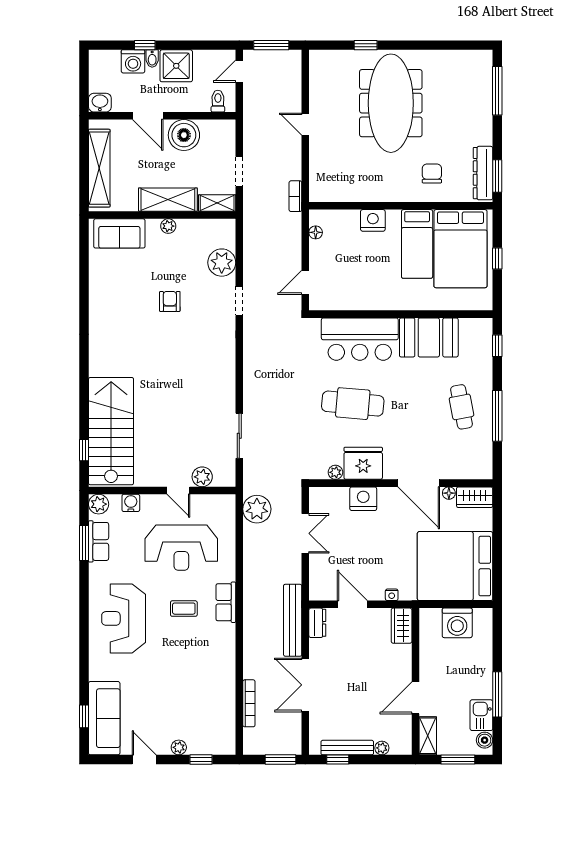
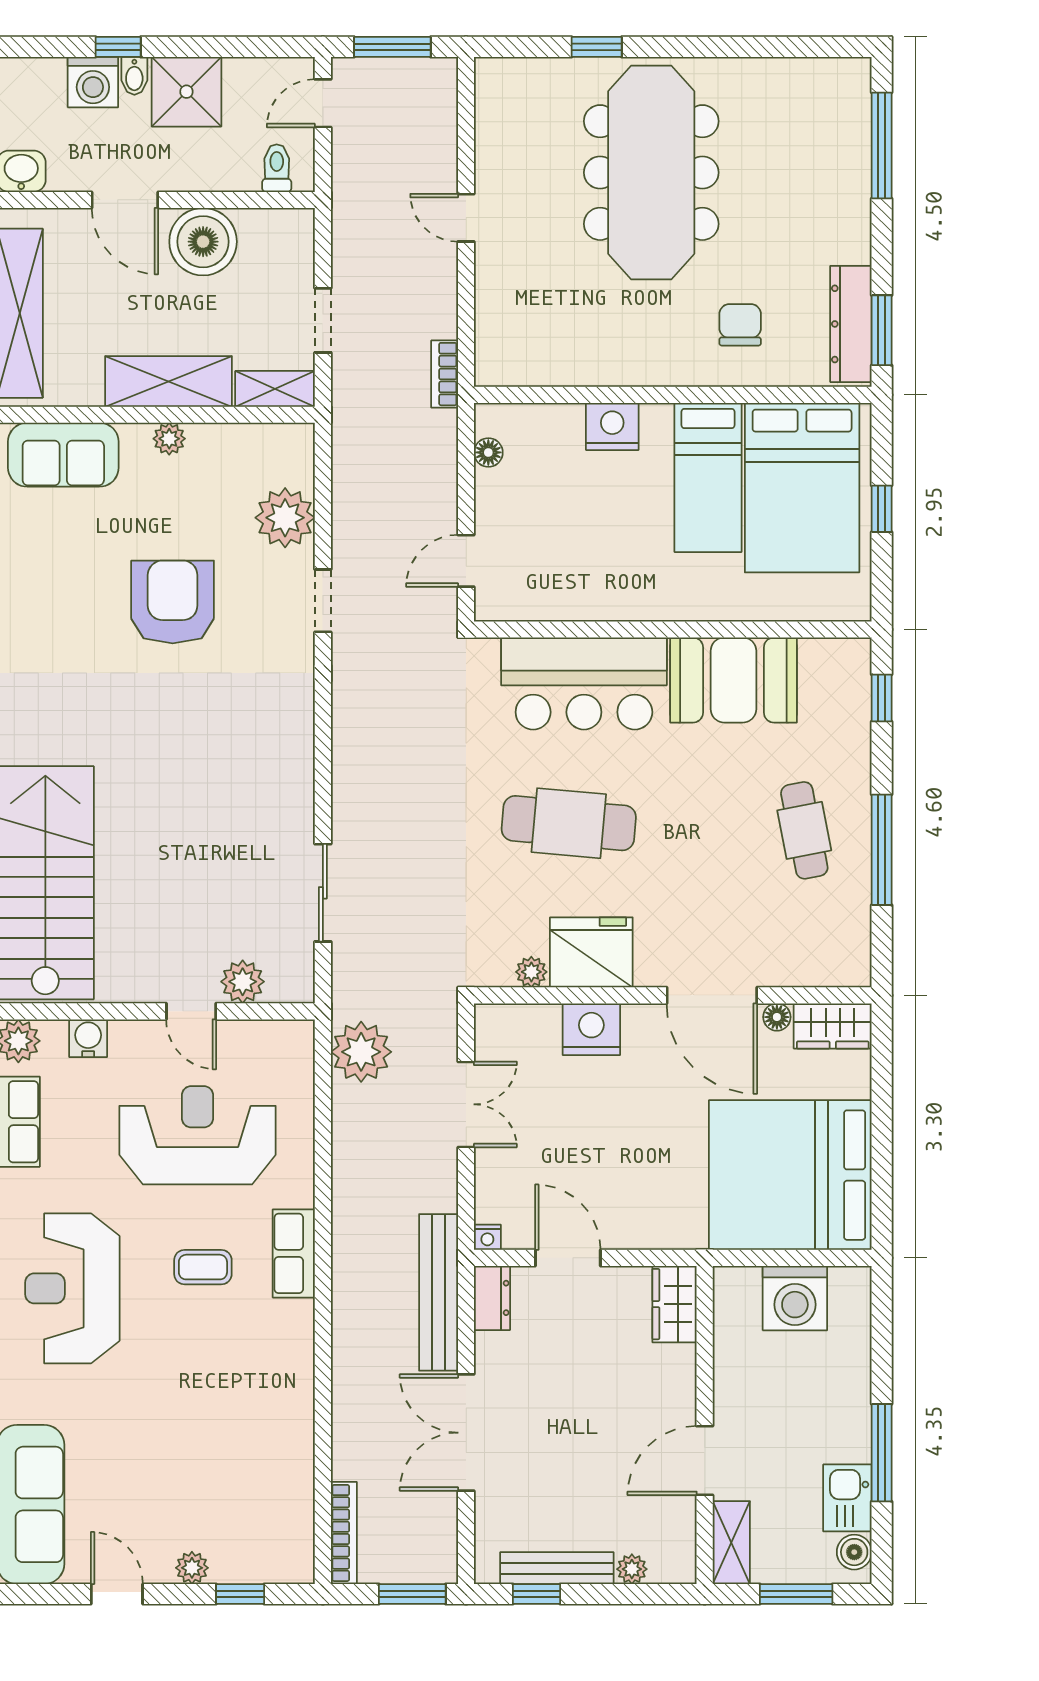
armchair: (170, 301) -> (173, 602), width x1.88, depth x1.88
reception desk: (181, 548) -> (197, 1135), turned 180
nightstand: (392, 595) -> (487, 1237), moved
bookcase: (249, 703) -> (344, 1533), moved

